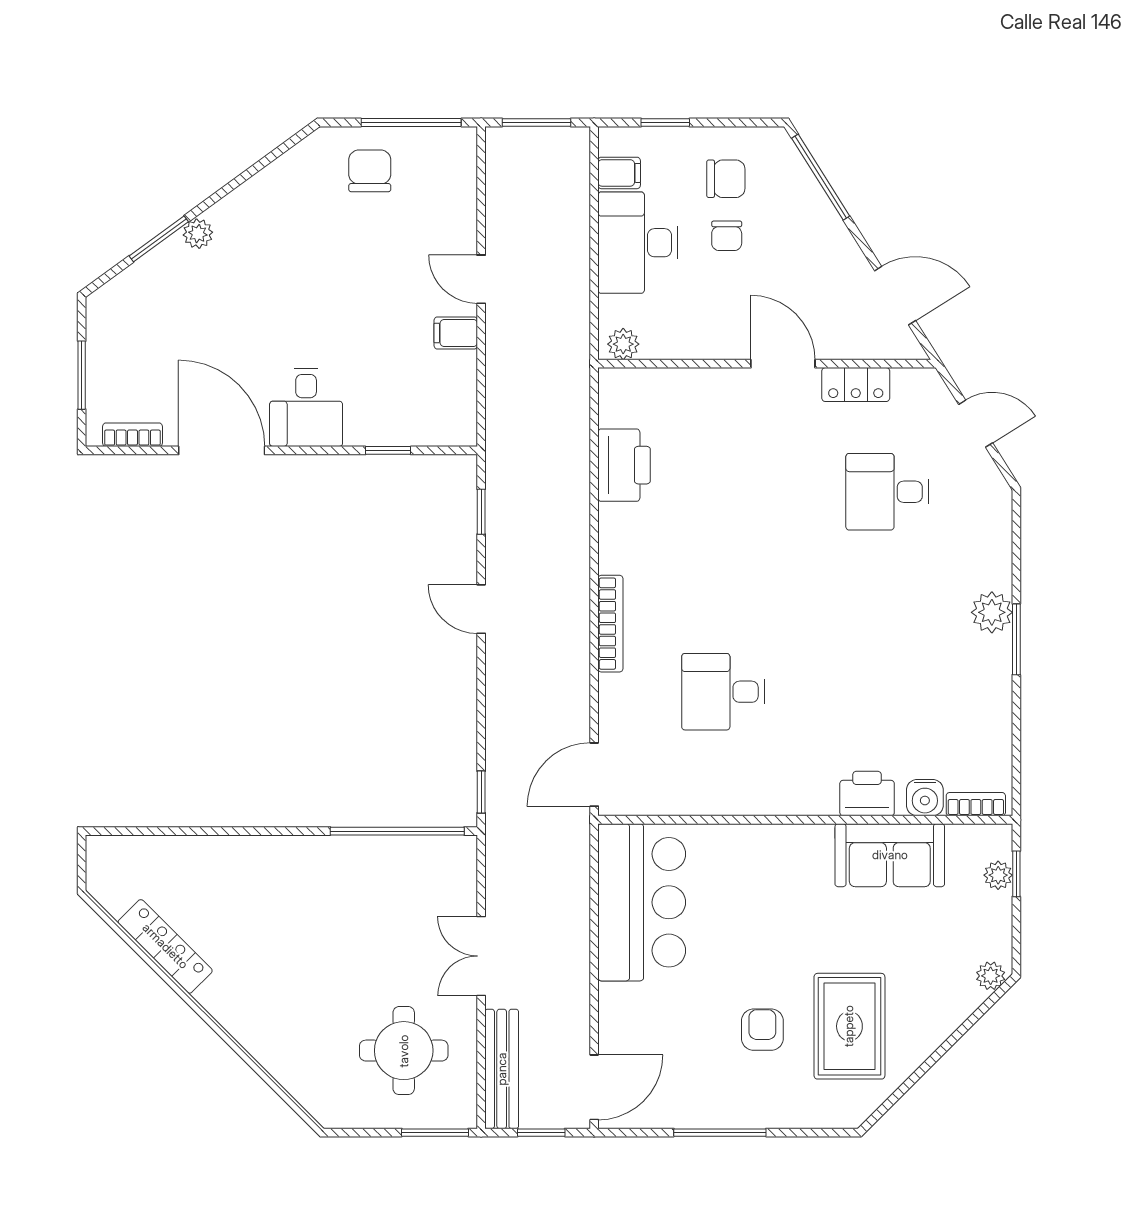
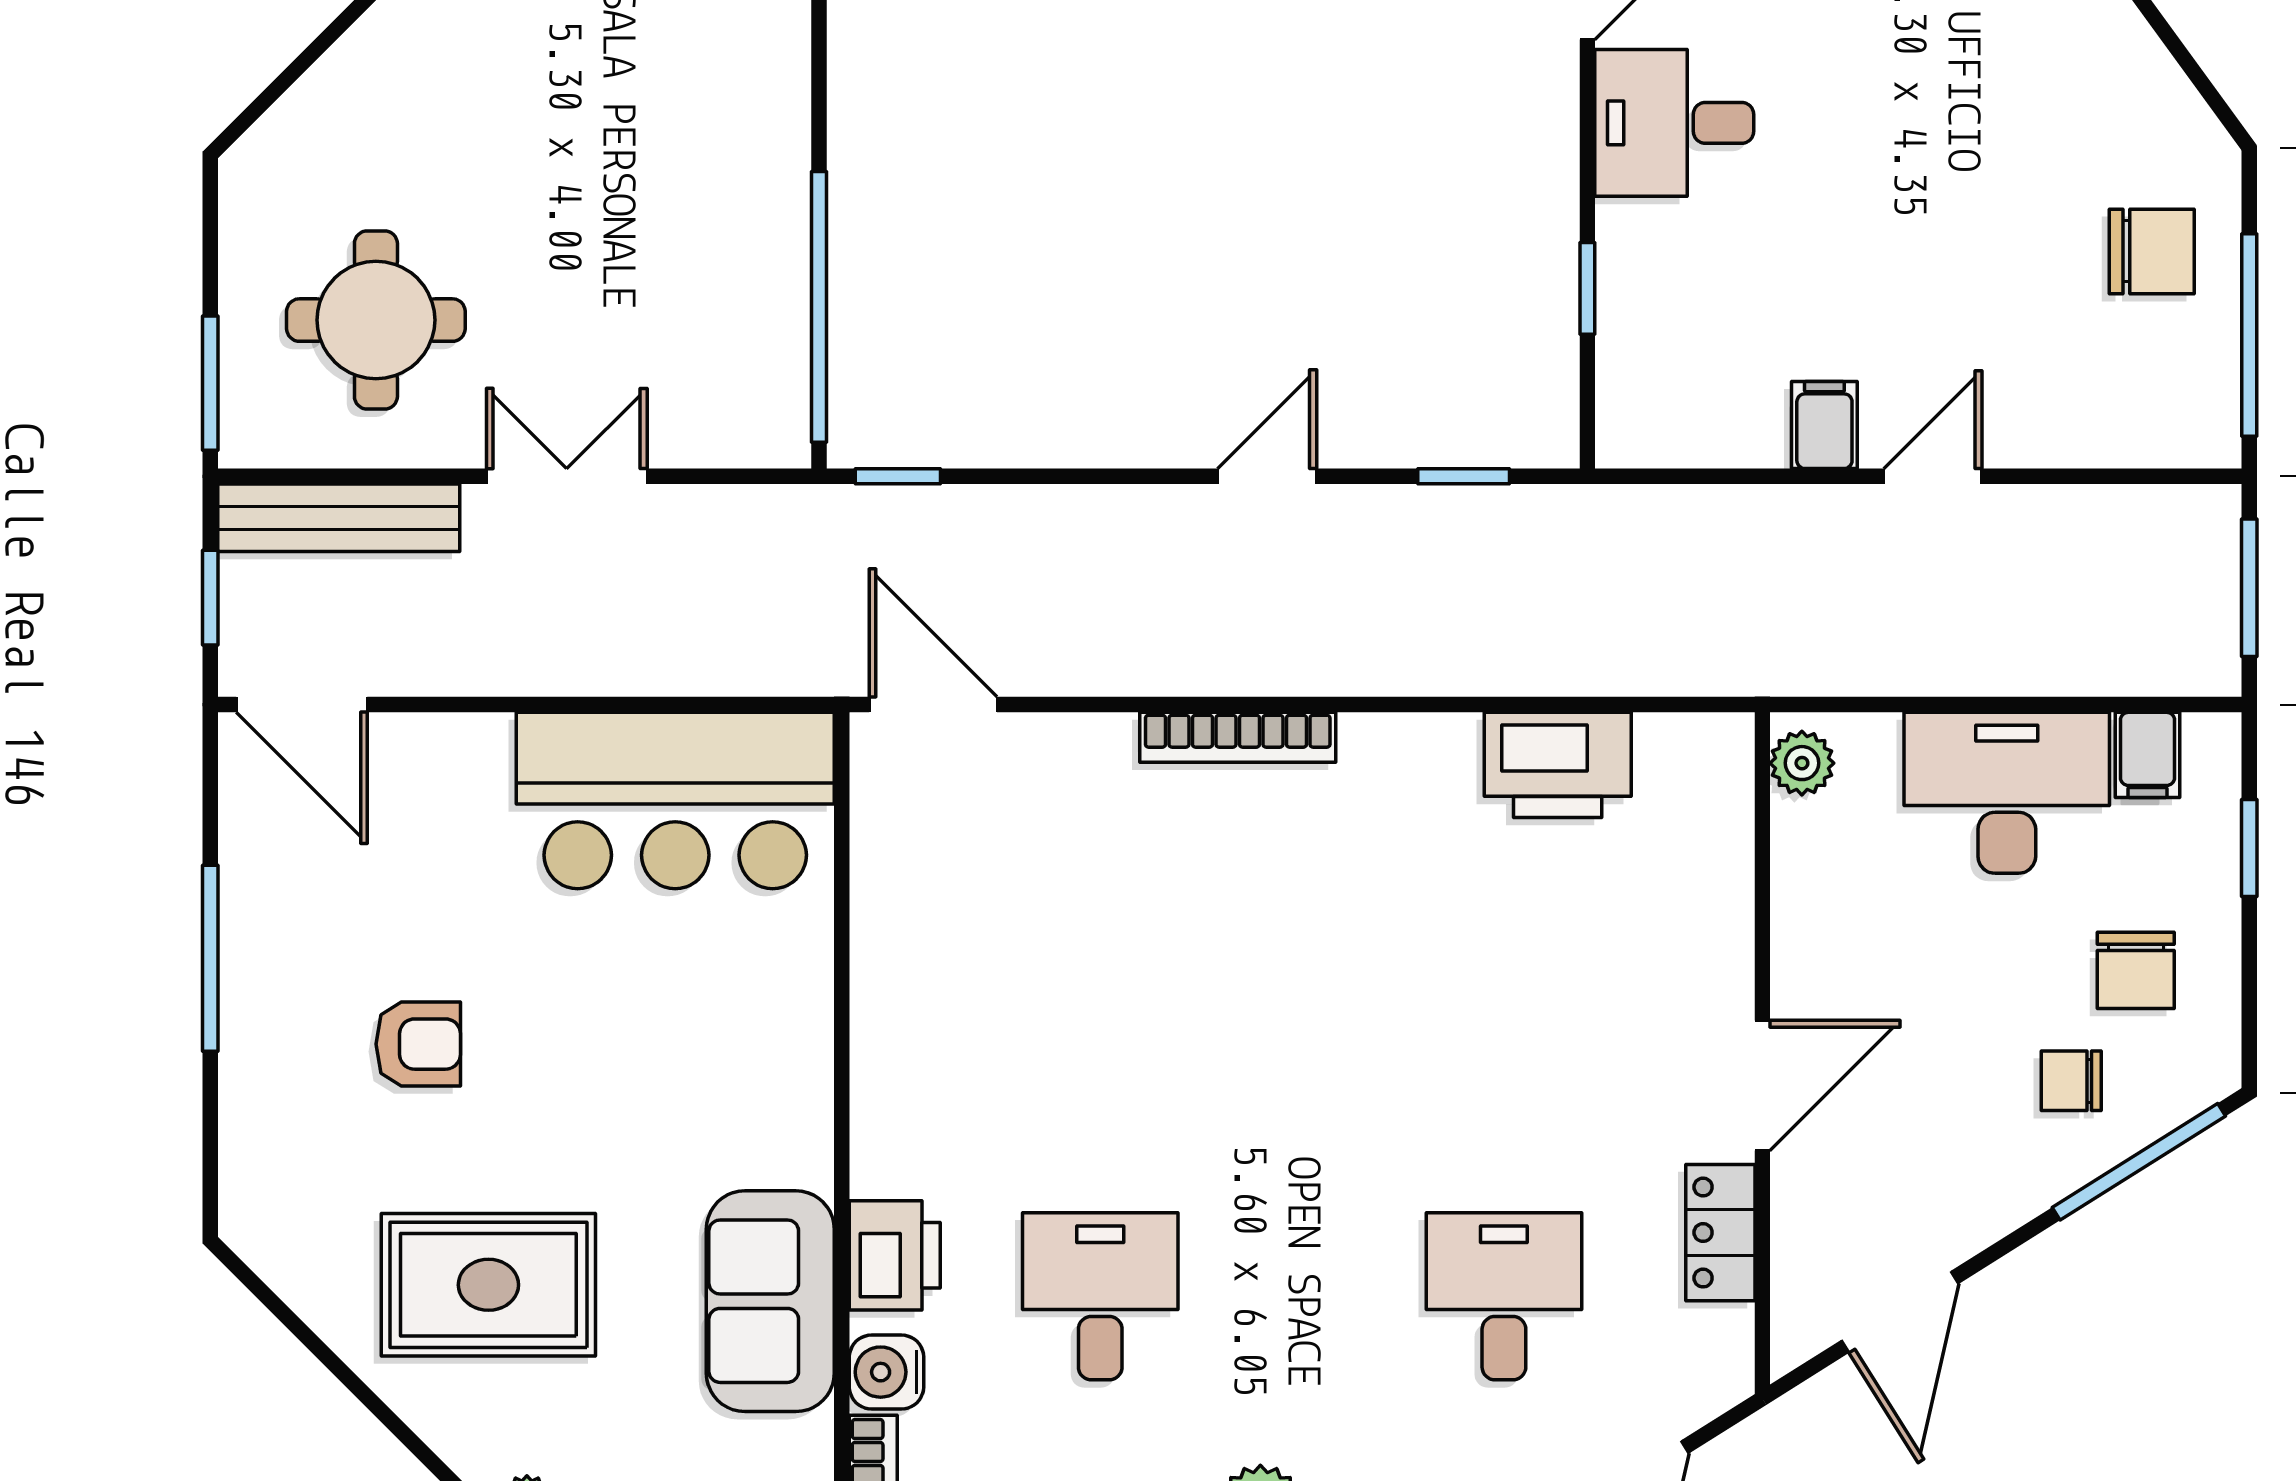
chair: (727, 236) -> (2071, 1081), moved
desk: (723, 692) -> (1100, 1296), moved
rug: (849, 1026) -> (488, 1285), moved

